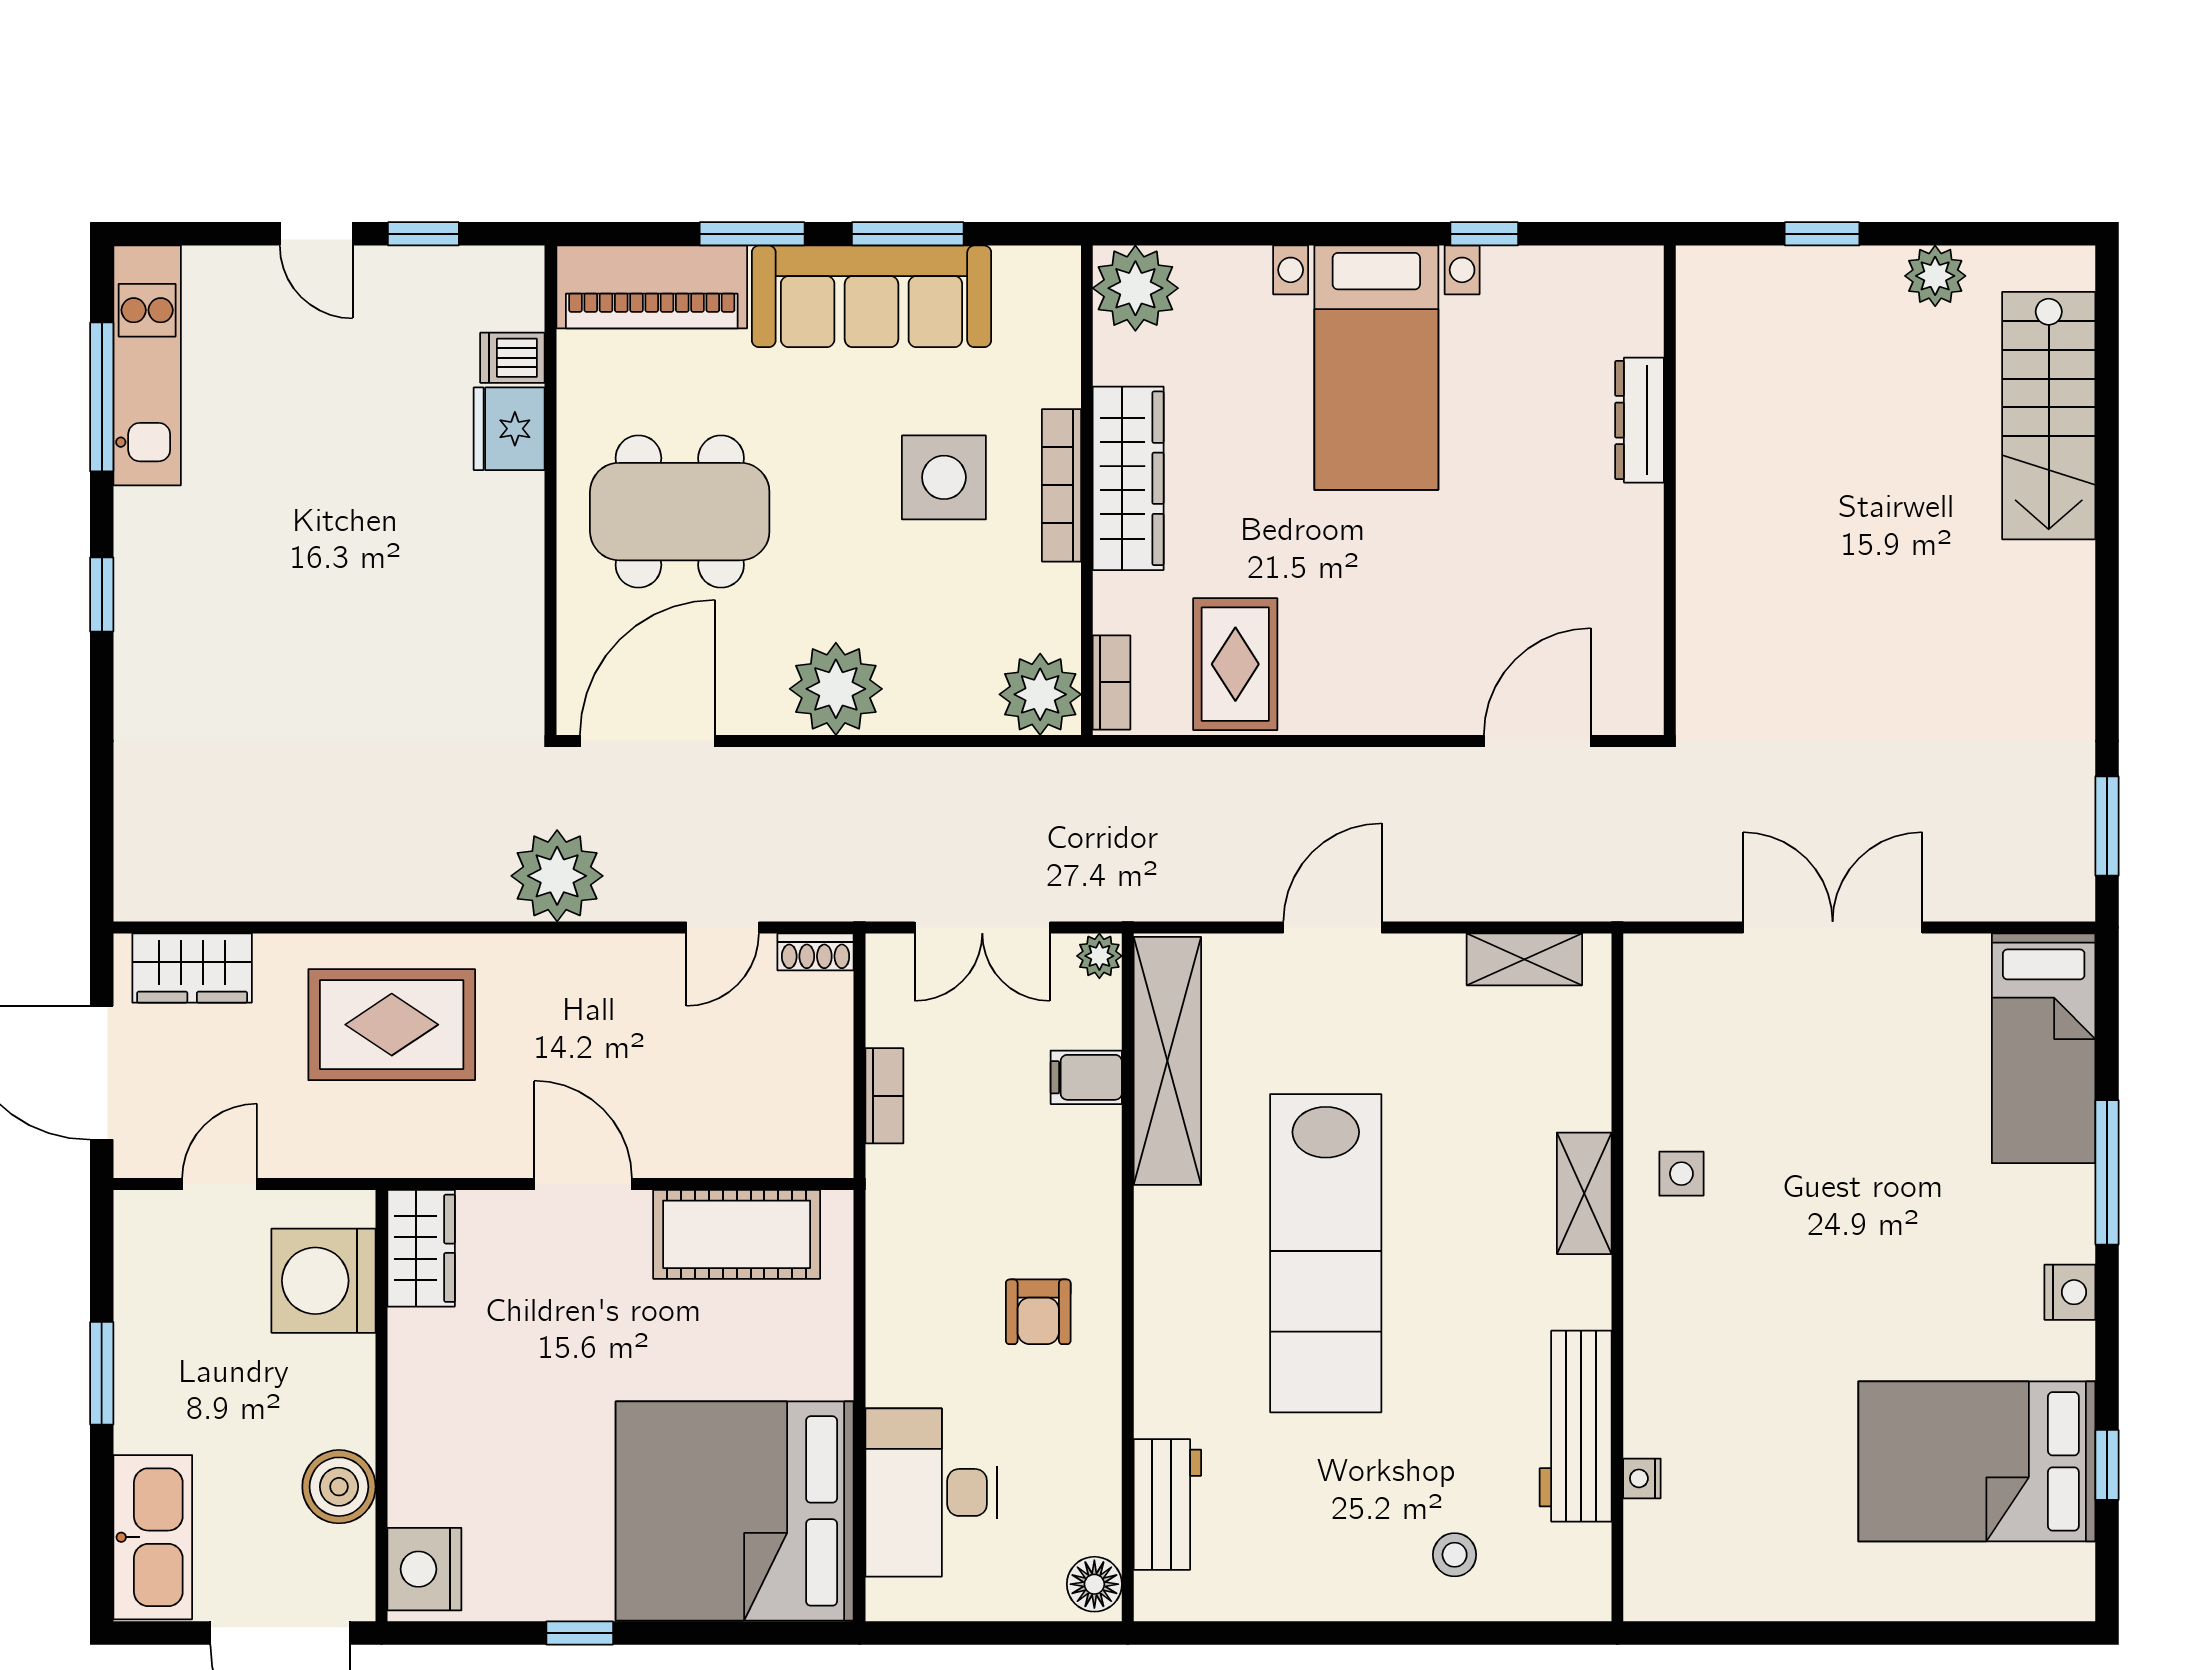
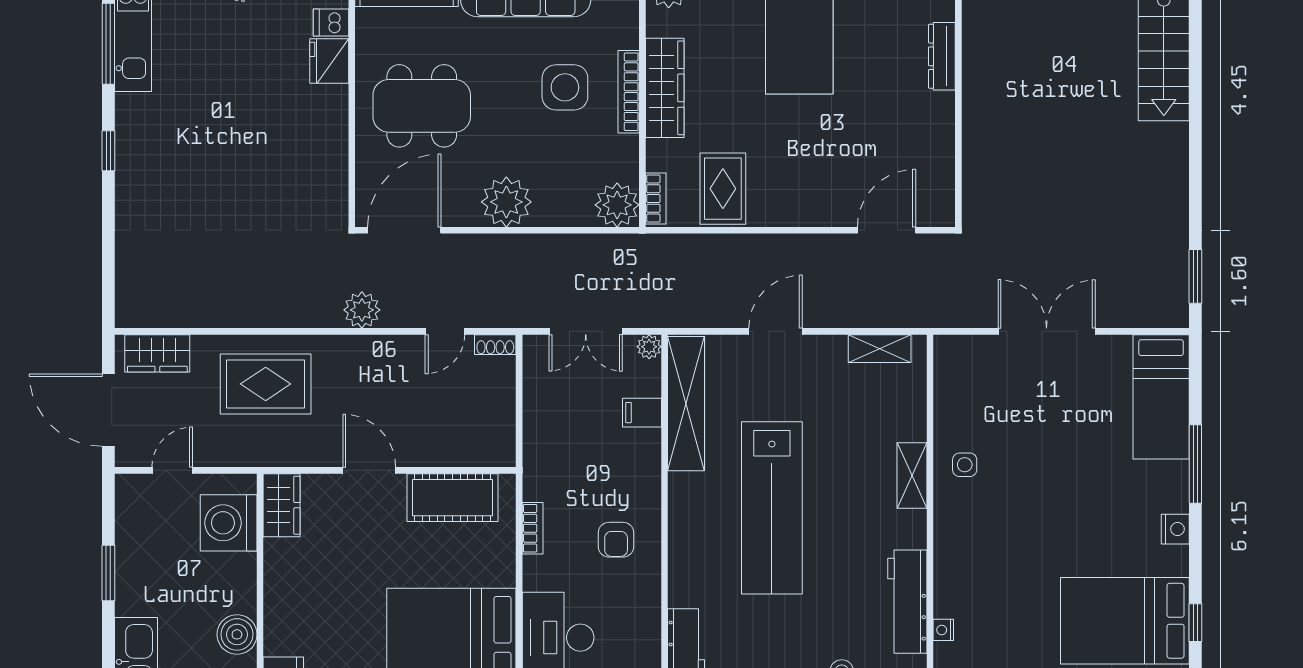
plant: (557, 876) -> (362, 310), width x0.73, depth x0.73
bookcase: (884, 1096) -> (533, 528), moved

